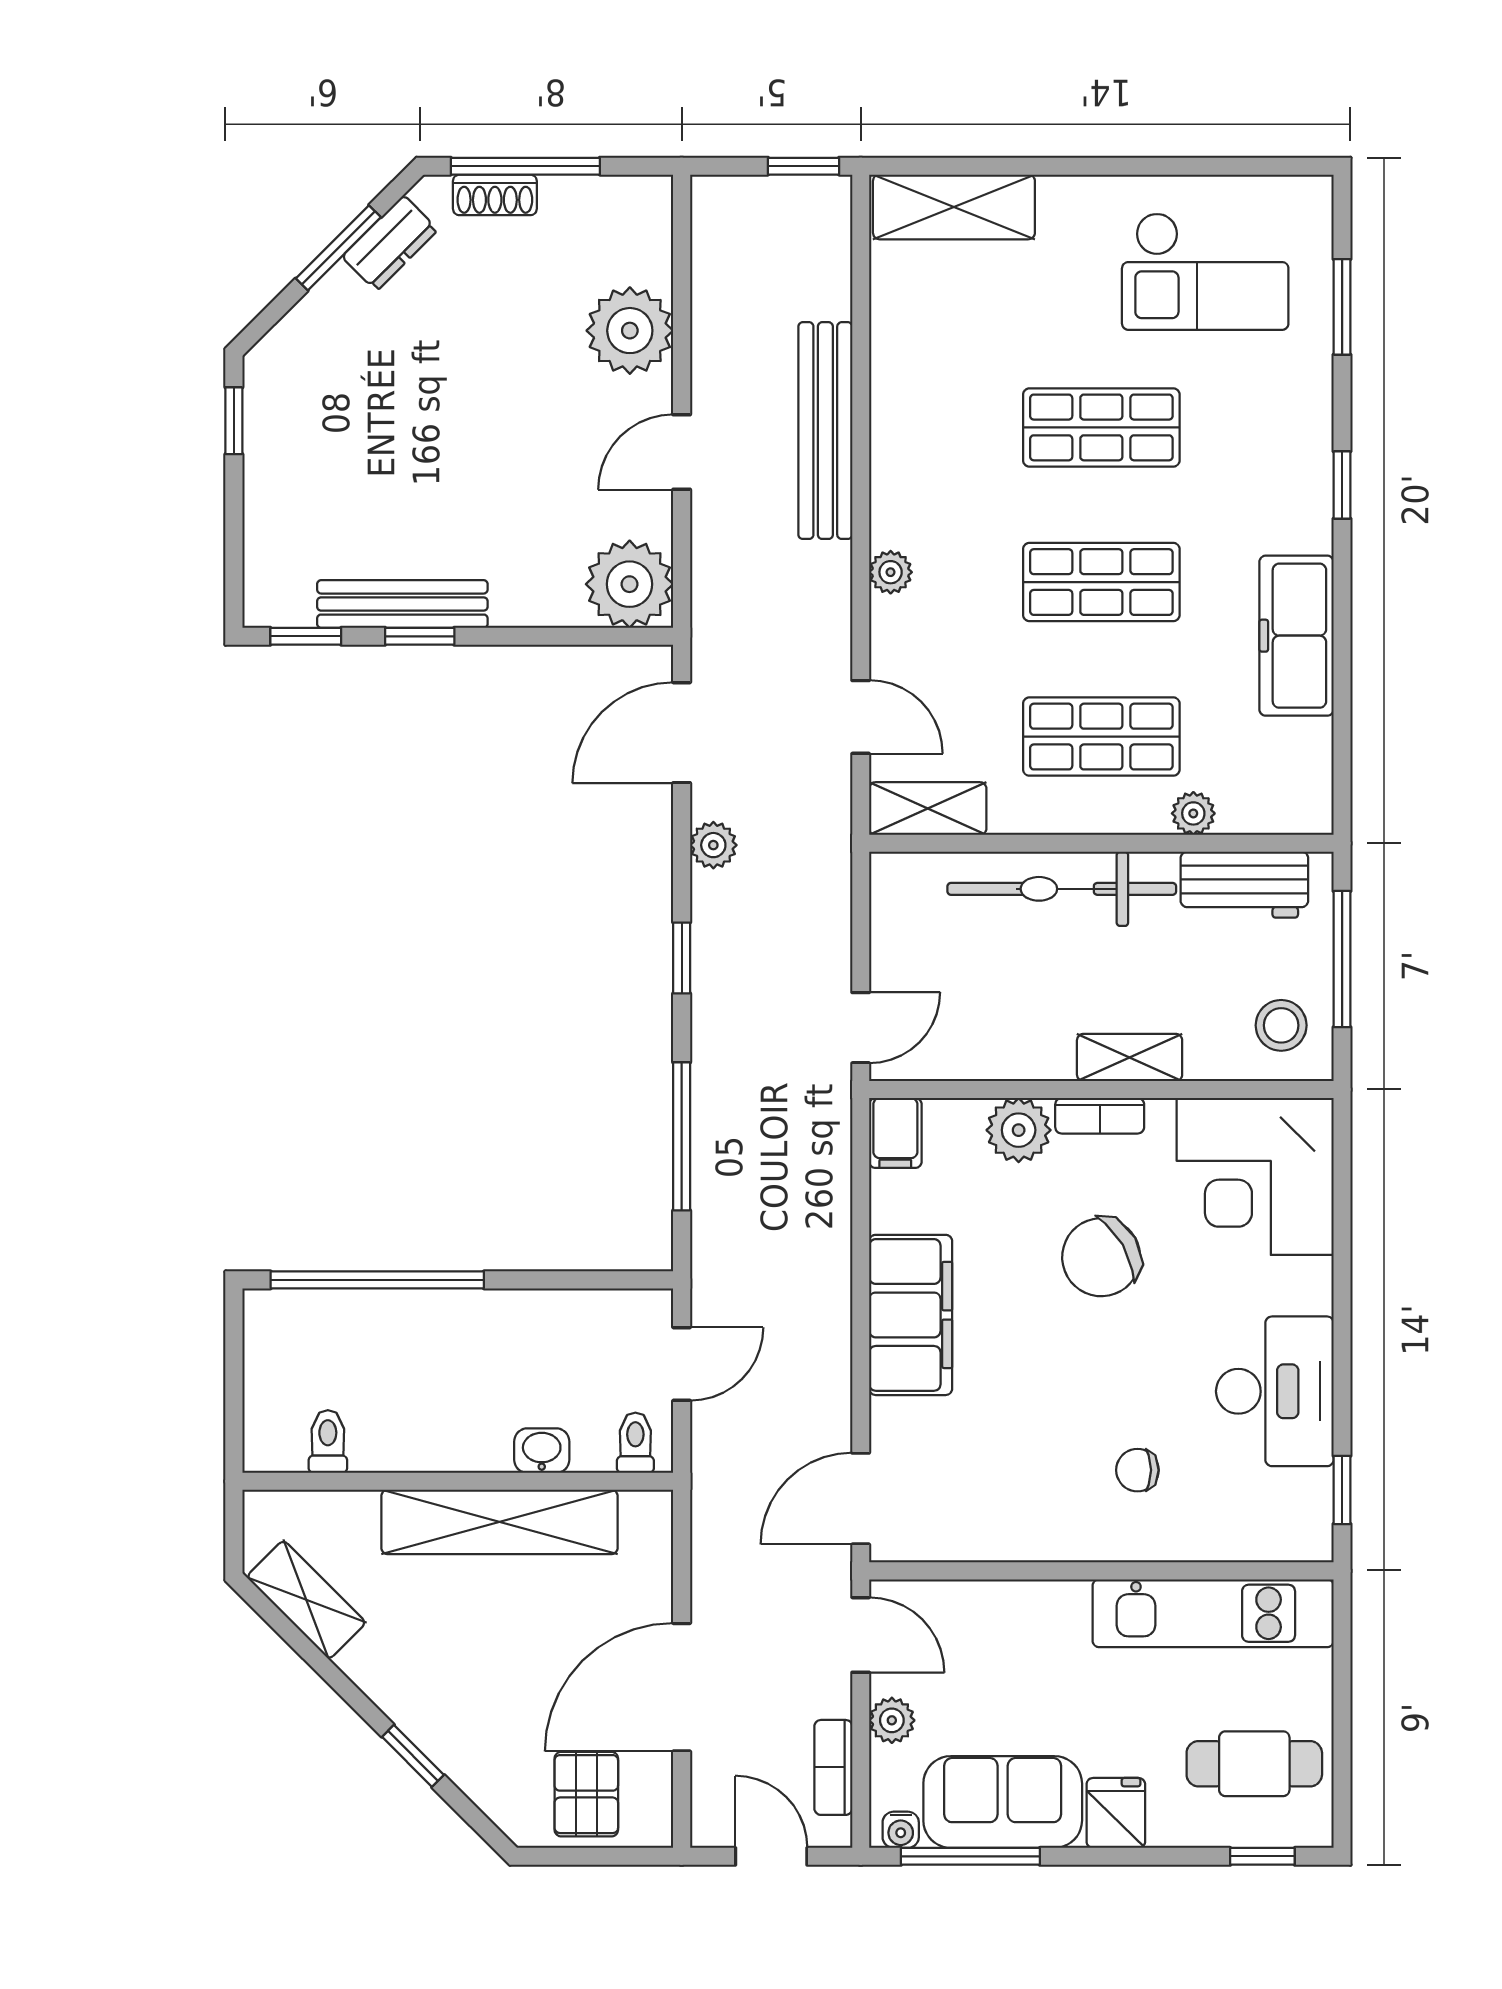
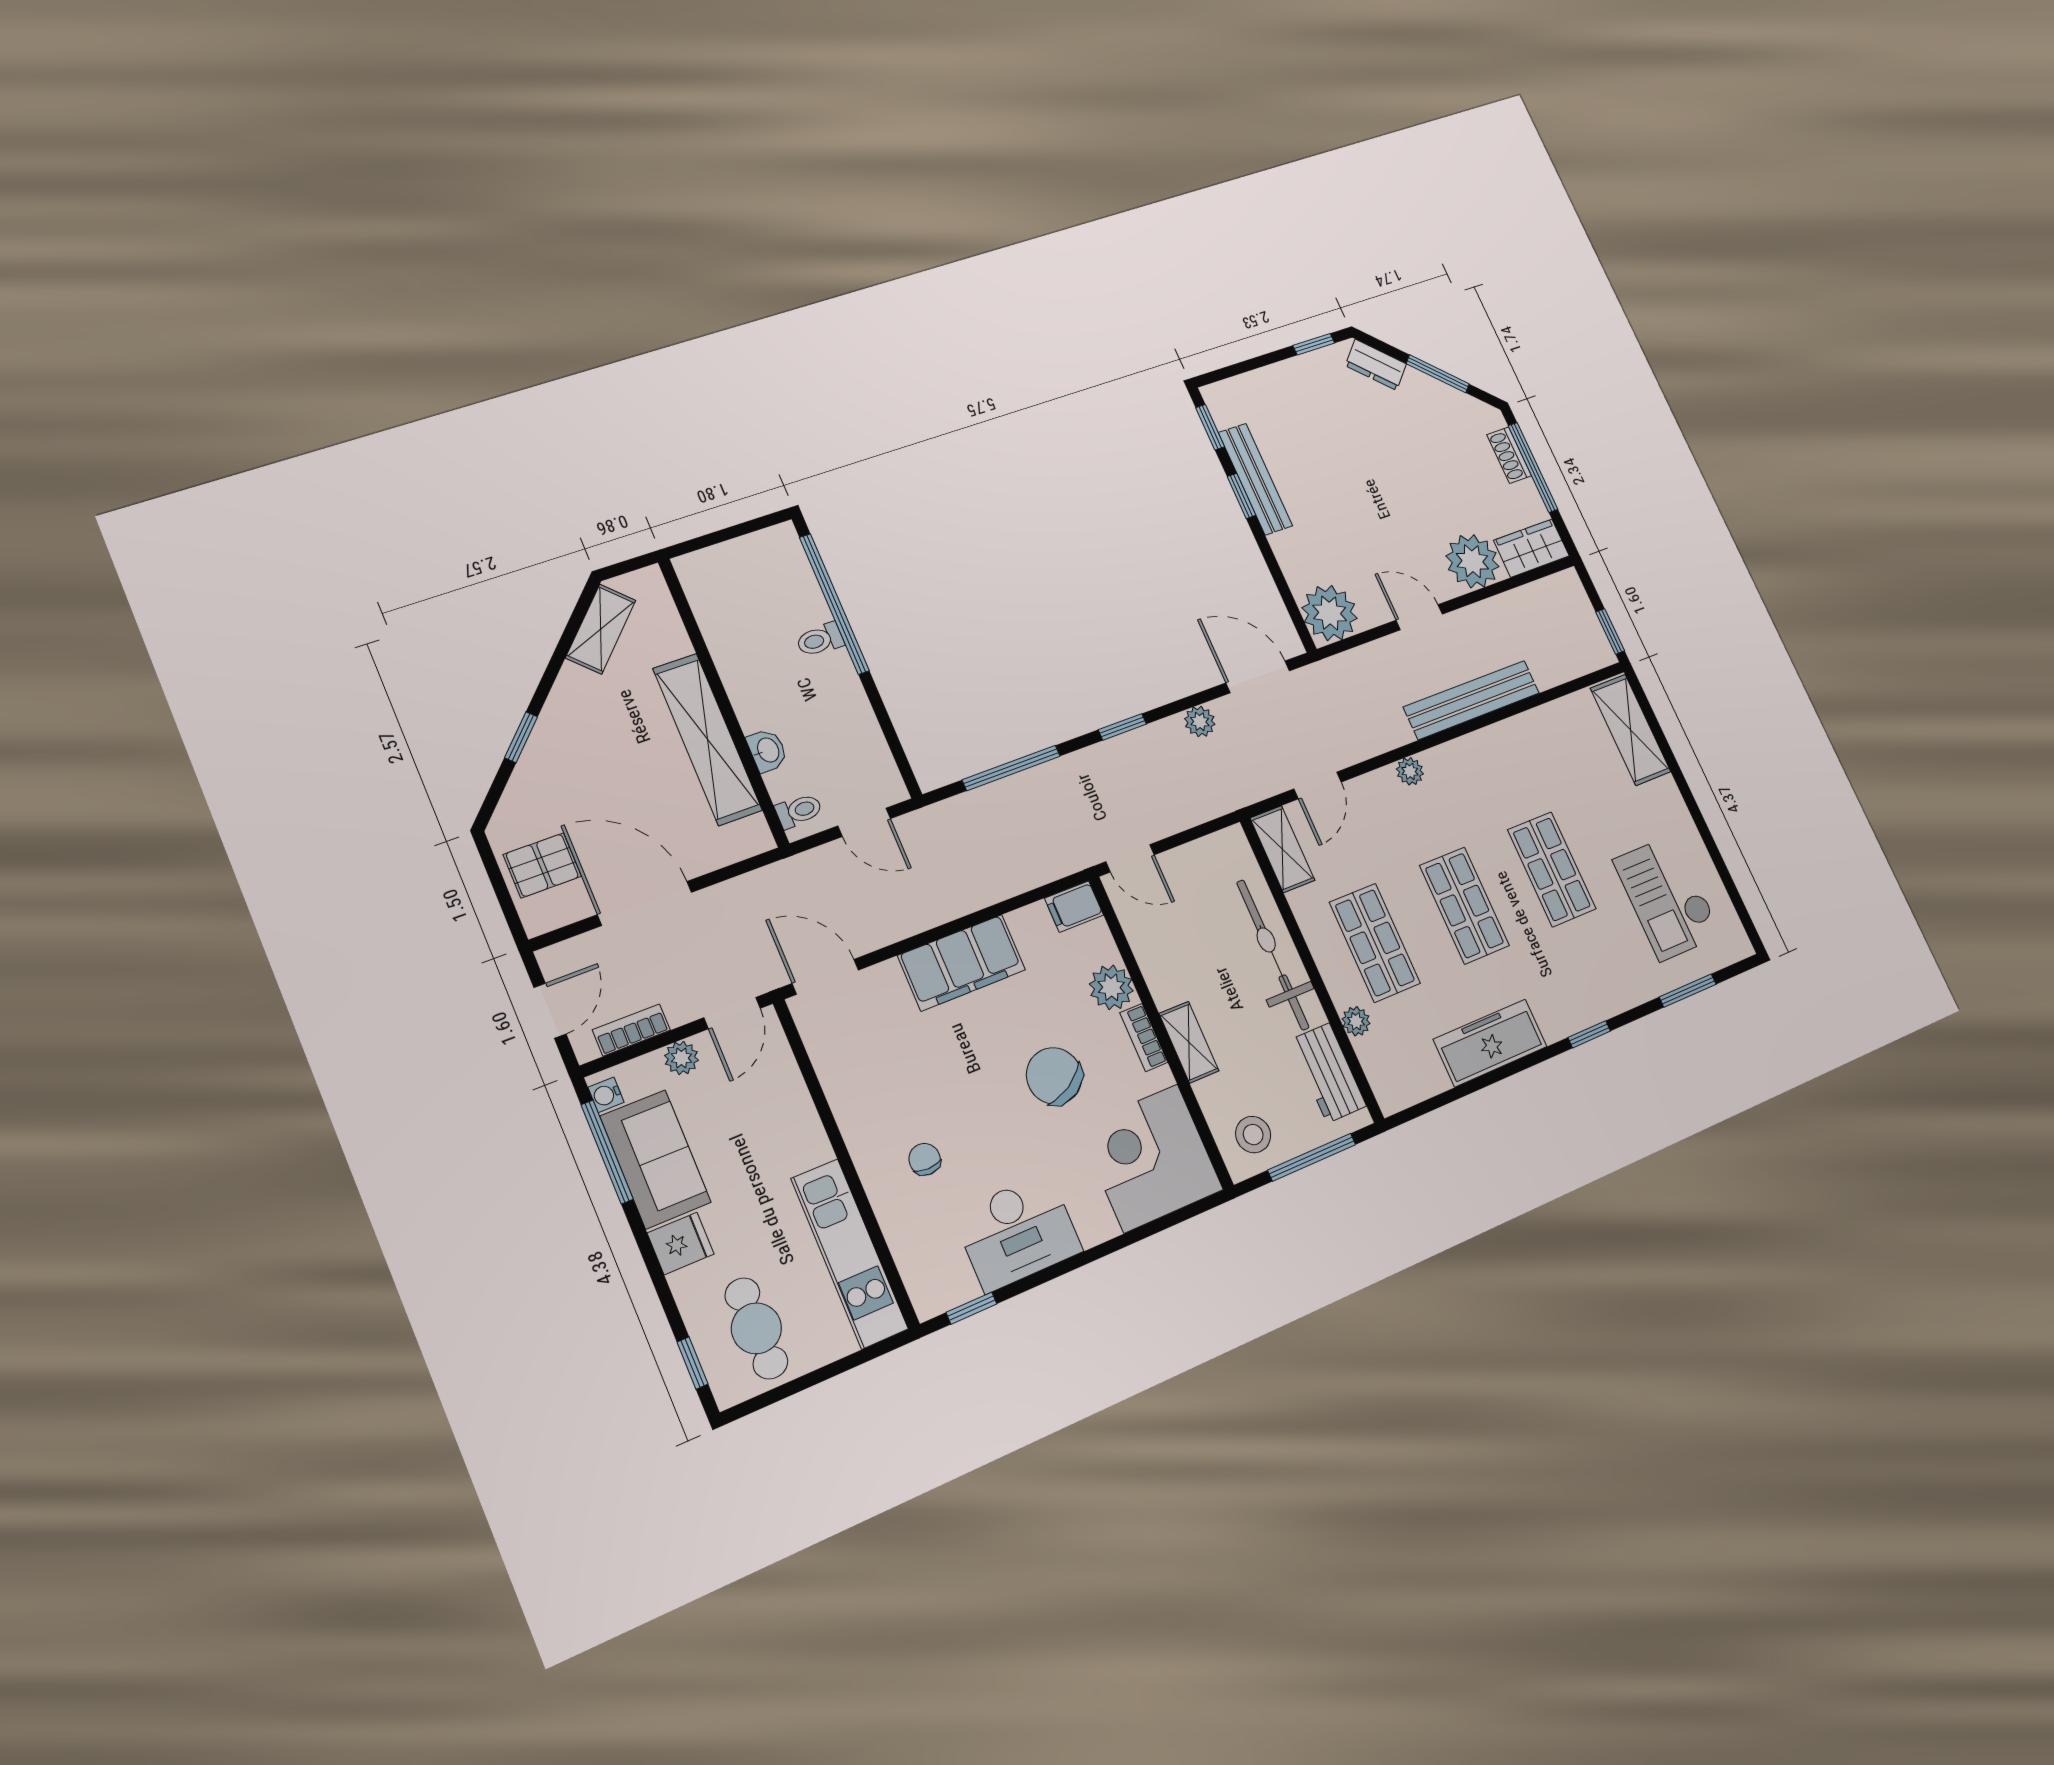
wardrobe: (642, 229) -> (1531, 548), added
dresser: (390, 243) -> (1376, 365), moved
toilet: (328, 1442) -> (820, 640), moved, turned 180

